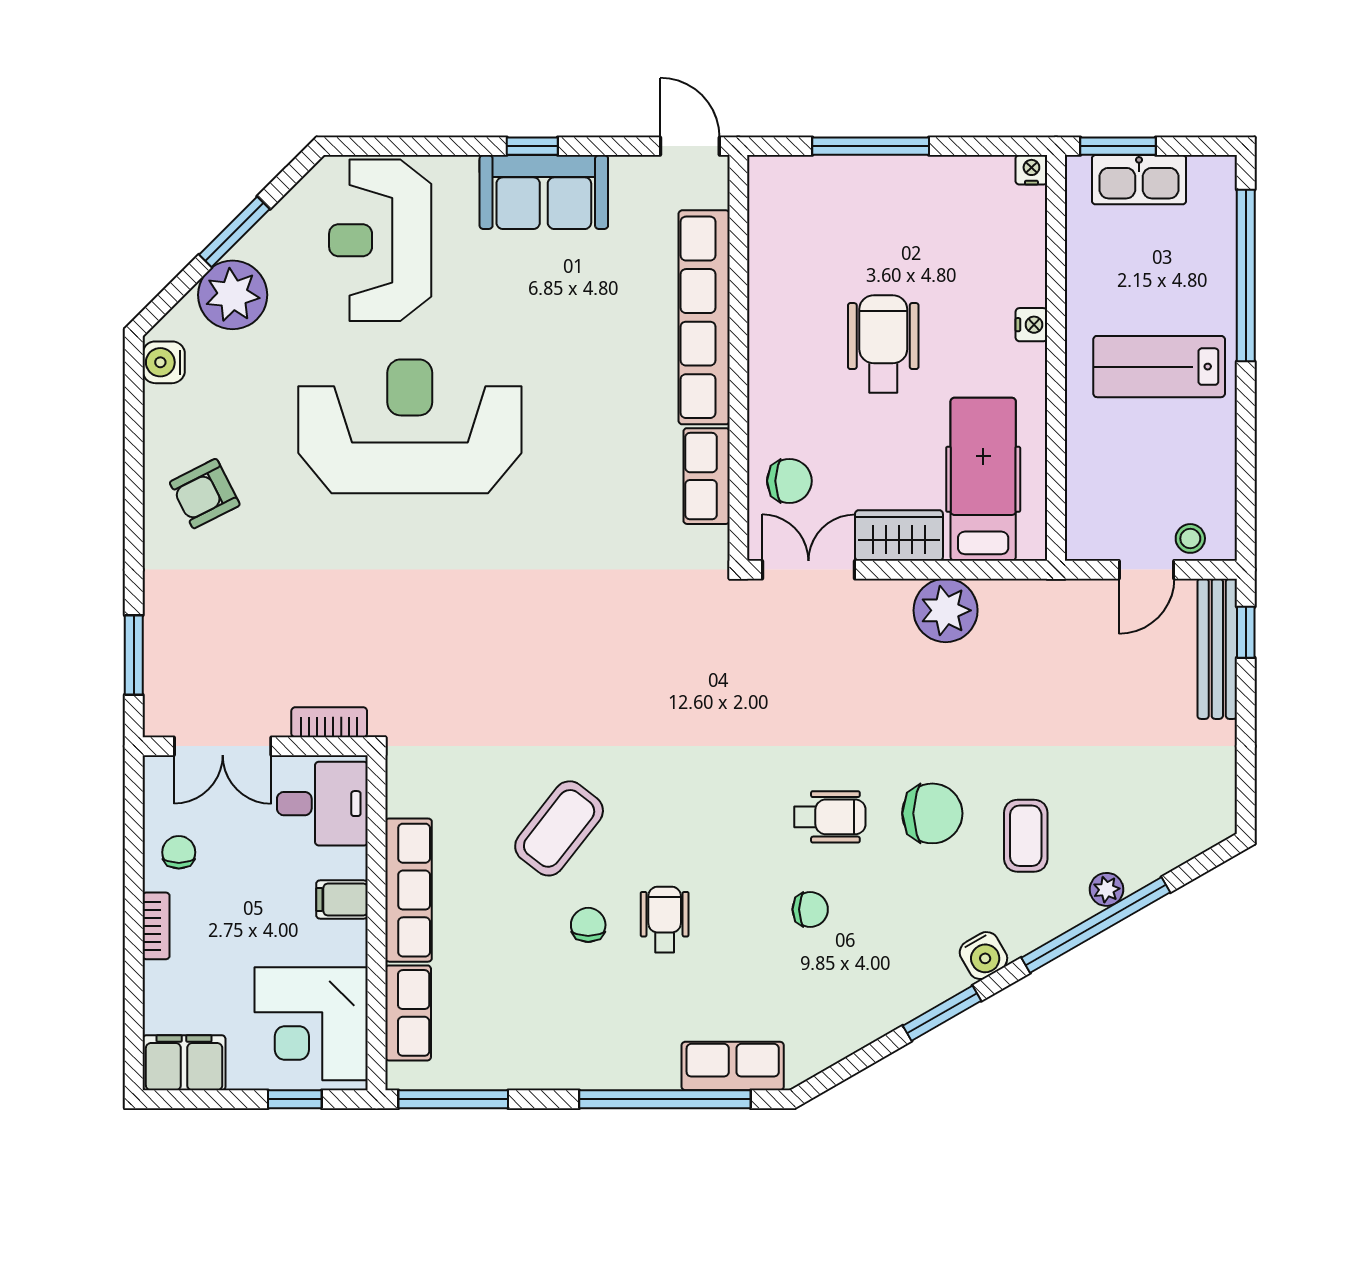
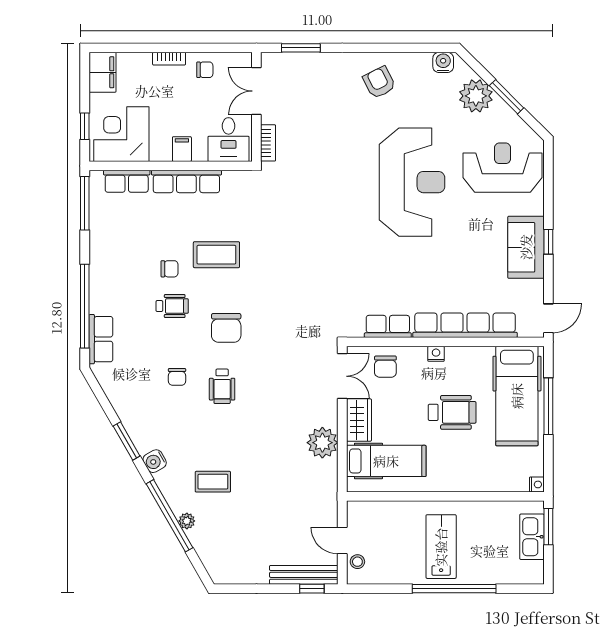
hospital bed: (850, 211) -> (517, 396), added
window: (1246, 275) -> (454, 589), moved
nightstand: (1031, 325) -> (436, 354), moved, turned 180
chair: (932, 813) -> (226, 328), moved
coffee table: (559, 828) -> (216, 255), turned -38

